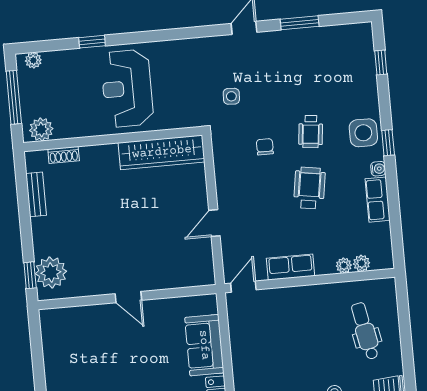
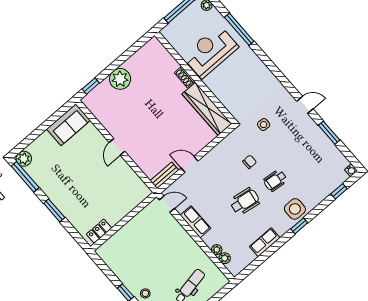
window: (92, 42) -> (239, 29), width x2.17
reception desk: (127, 88) -> (210, 52), moved
plant: (41, 129) -> (173, 36), removed
shoe rack: (64, 155) -> (185, 77), moved
water cooler: (378, 169) -> (351, 170), moved
bench: (36, 194) -> (164, 175), moved
plant: (51, 272) -> (120, 79), moved
sofa: (204, 345) -> (68, 125), moved, turned 180

